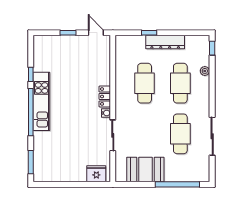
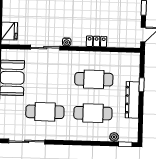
plant: (205, 71) -> (114, 137), moved
locker: (105, 96) -> (97, 41), moved
sliding door: (212, 136) -> (27, 141), moved

